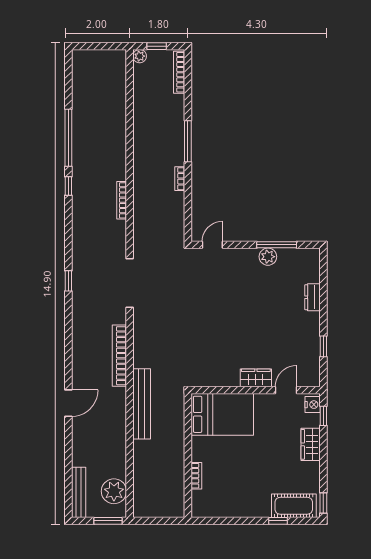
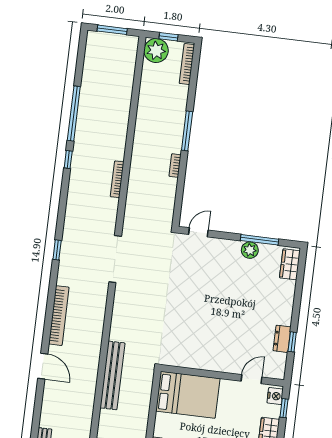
window: (97, 46) -> (112, 30), added
plant: (140, 56) -> (156, 51), width x1.88, depth x1.88
dresser: (312, 297) -> (282, 339), moved
bookcase: (119, 356) -> (59, 316), moved, turned 180
wardrobe: (256, 378) -> (290, 264), moved, turned -90
door: (68, 403) -> (43, 366), hinge flipped

